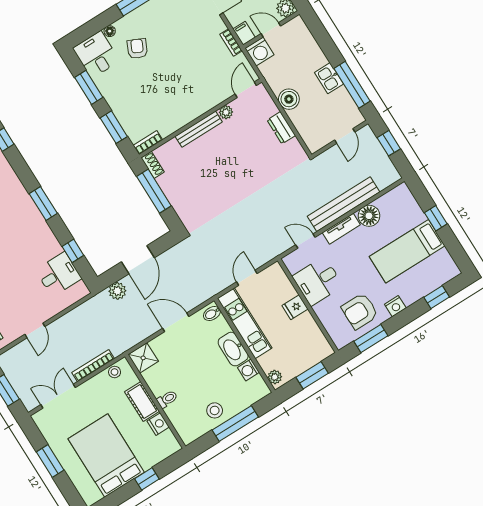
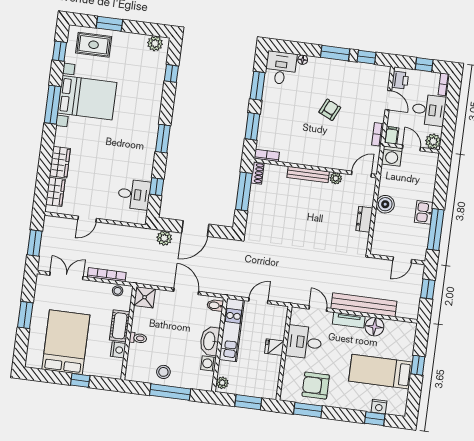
armchair: (137, 49) -> (330, 110), moved
nightstand: (395, 306) -> (379, 407), moved

